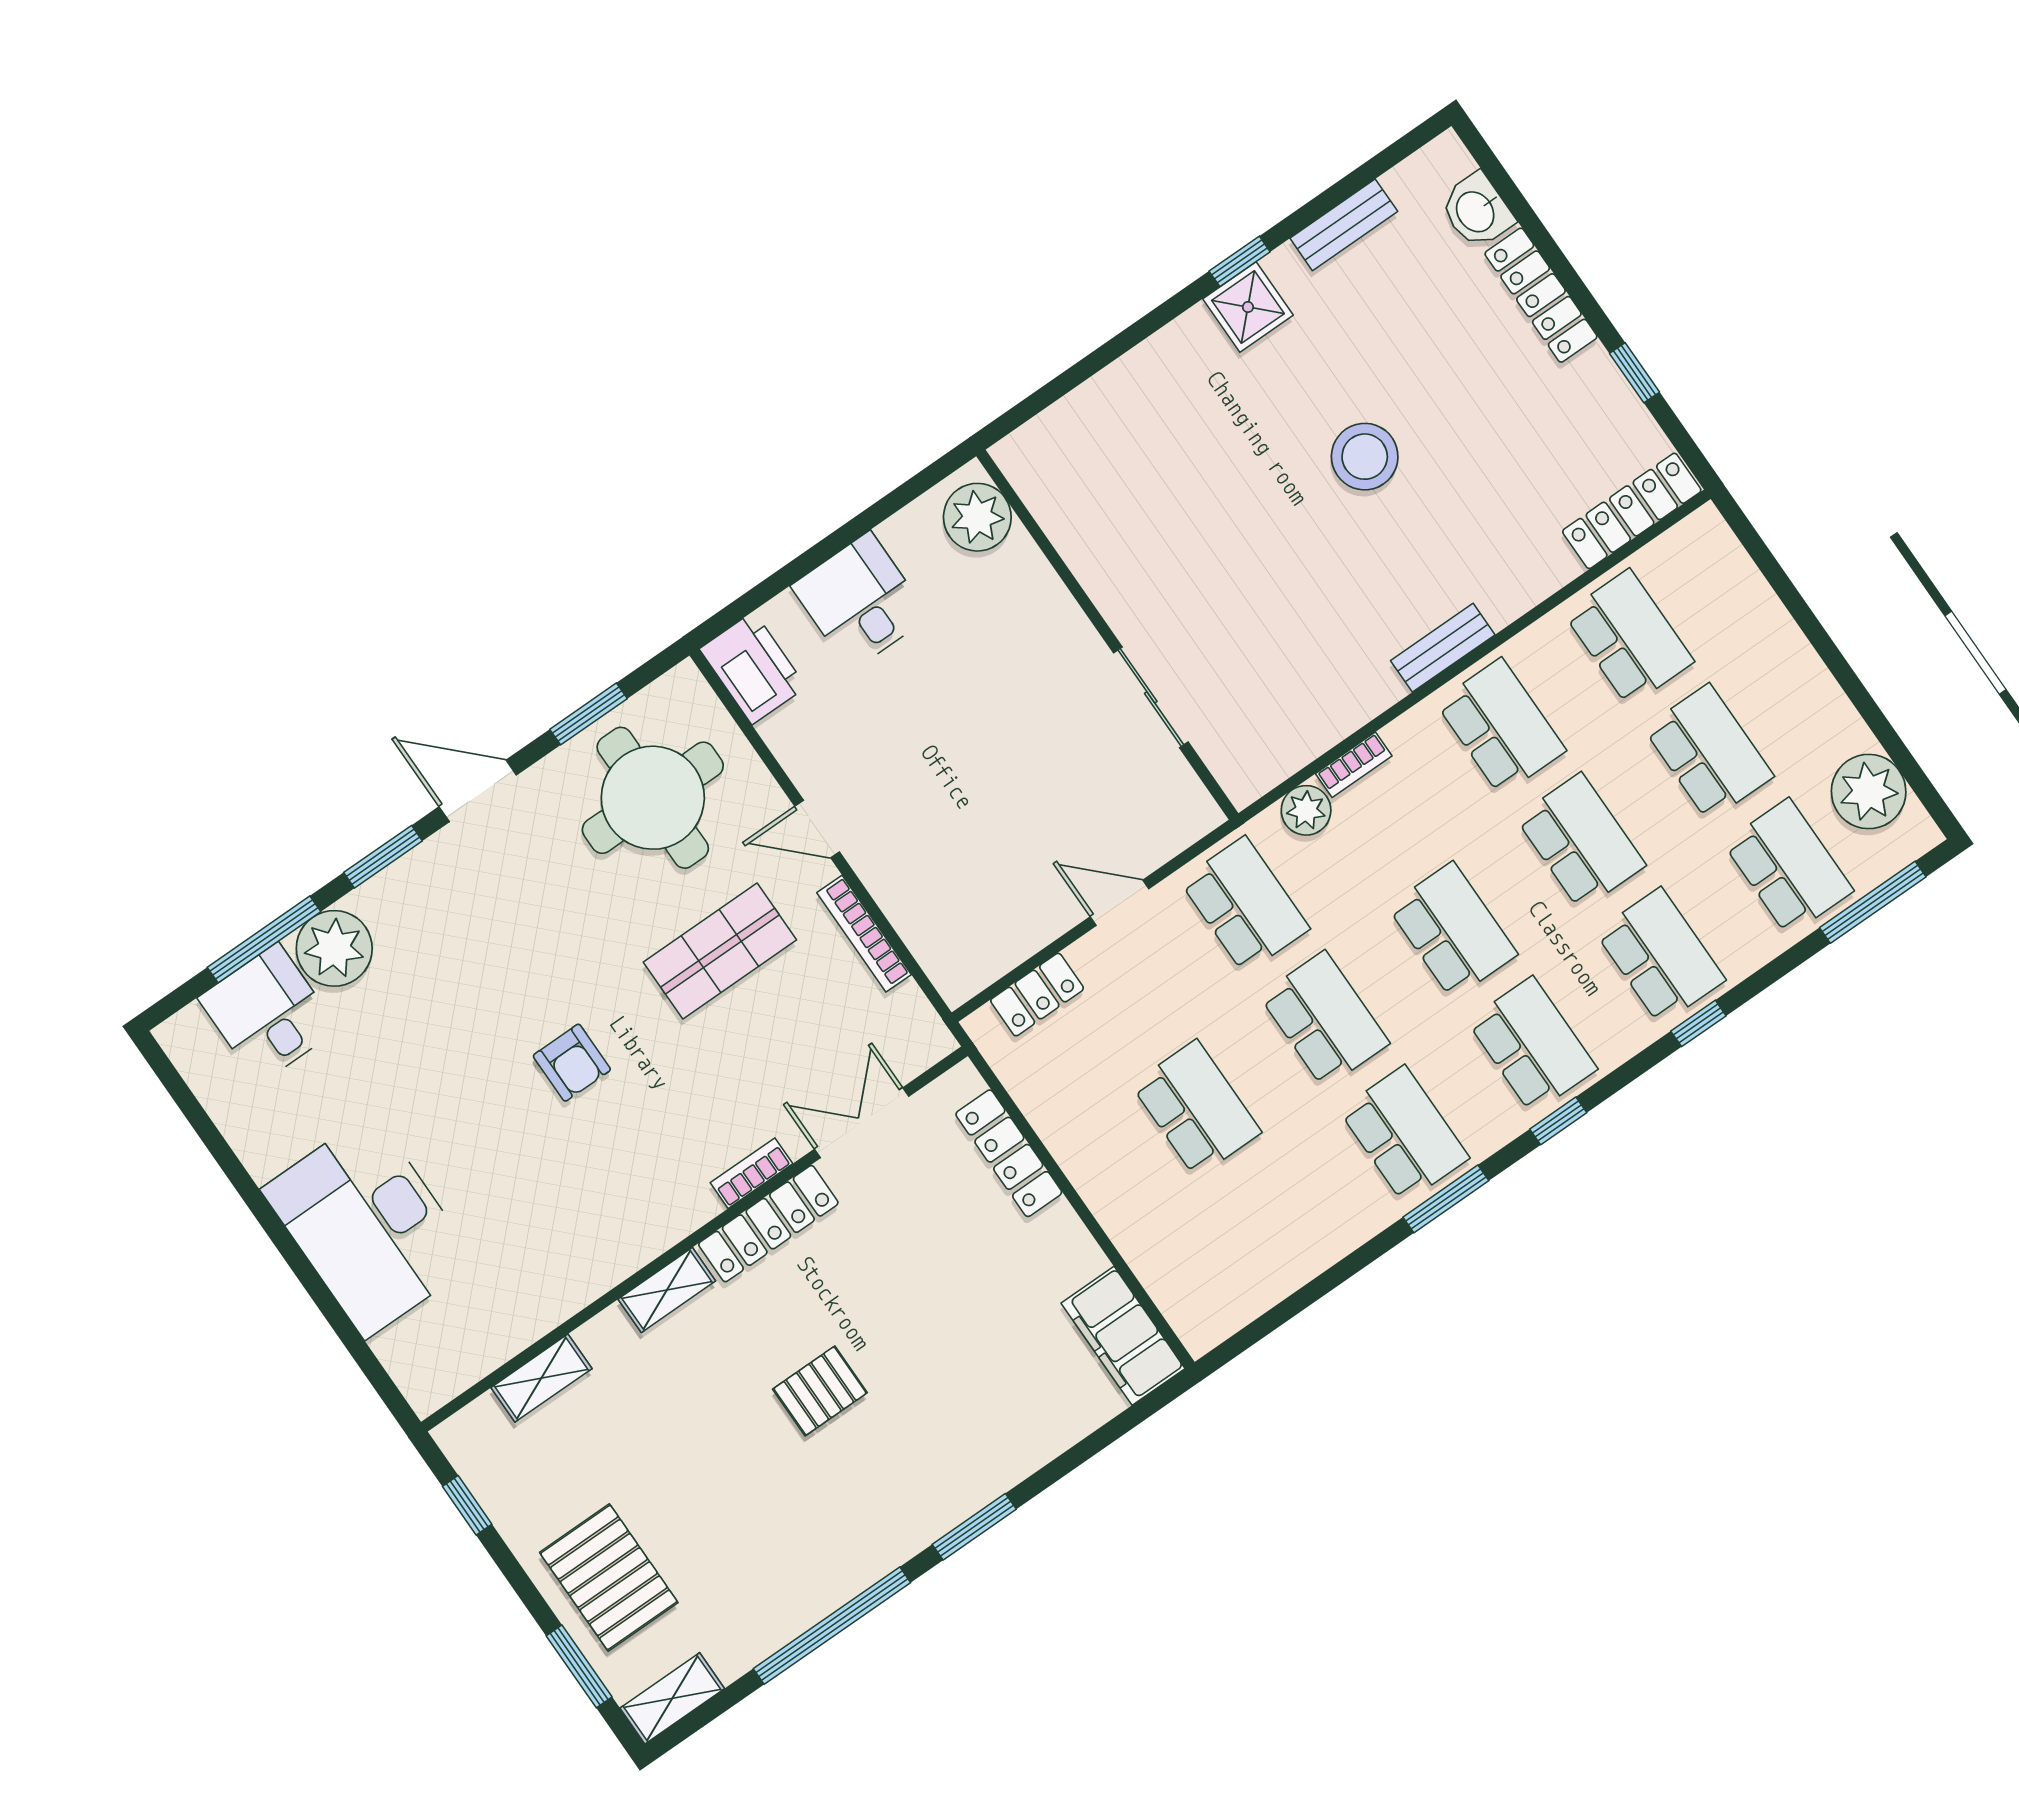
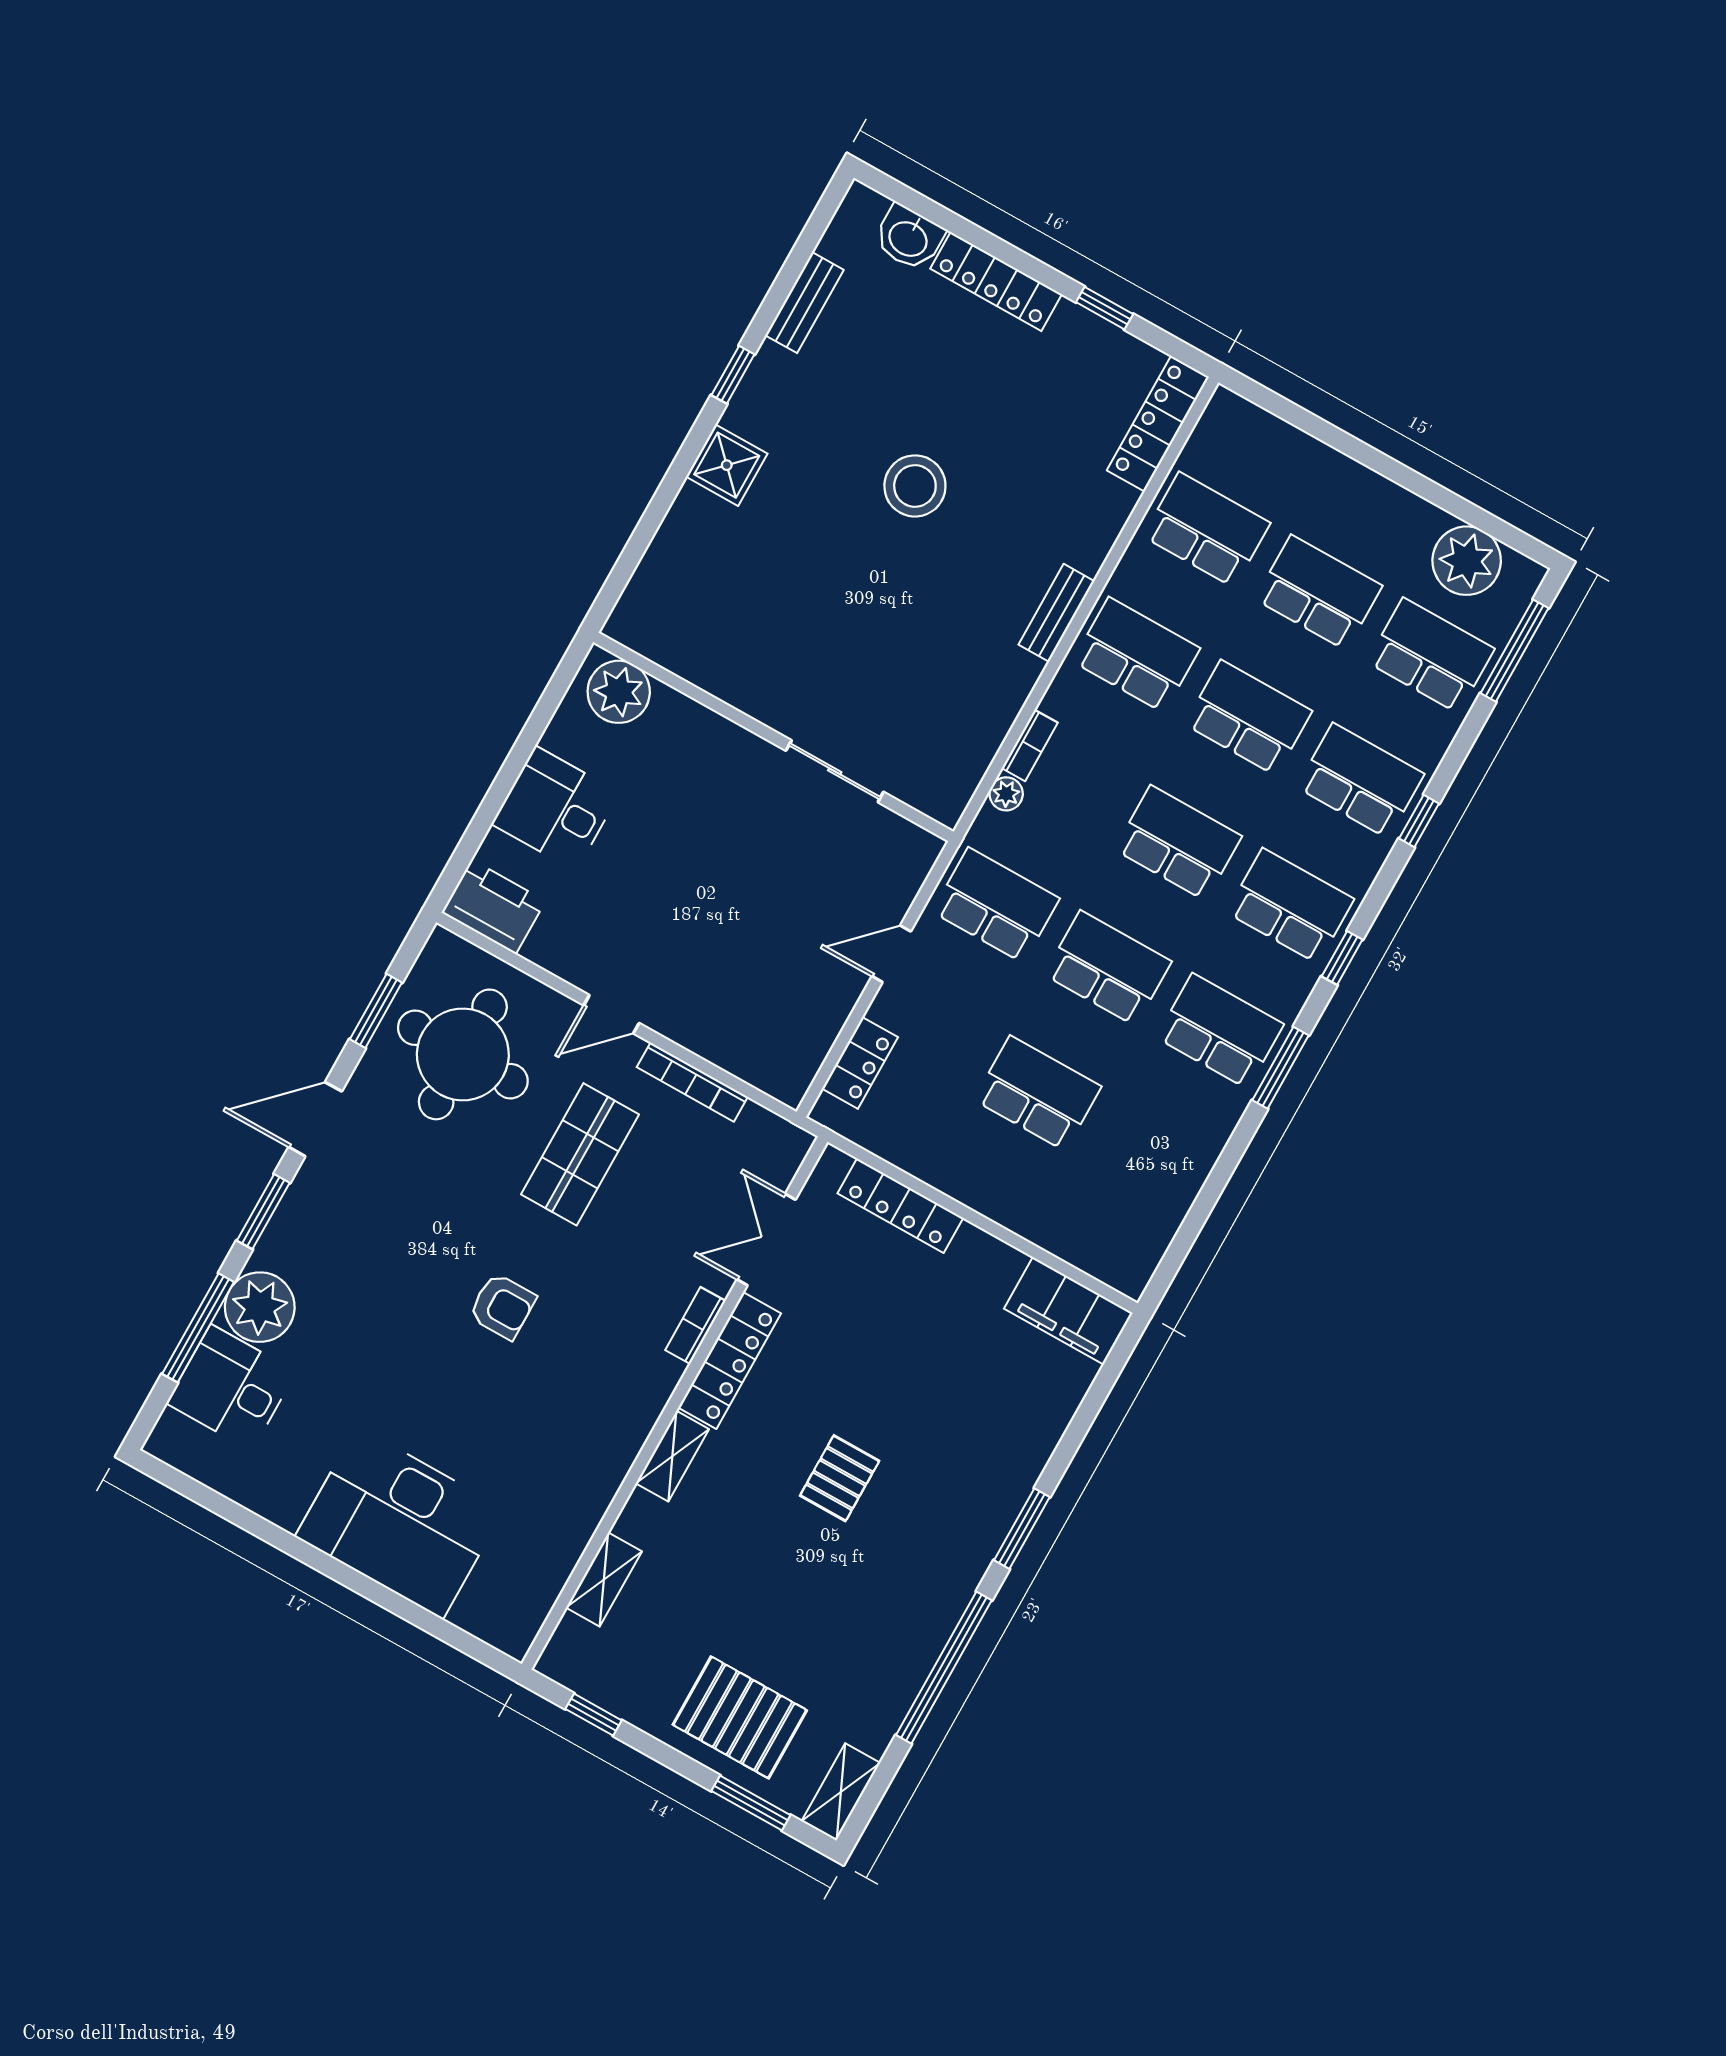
shower: (1248, 307) -> (727, 465), moved
plant: (1306, 810) -> (1006, 794), width x0.73, depth x0.73

